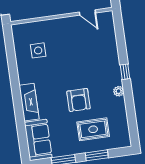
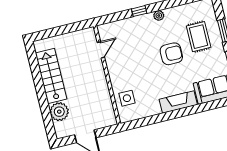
door: (87, 12) -> (101, 50), moved
wall: (61, 16) -> (107, 75), moved

